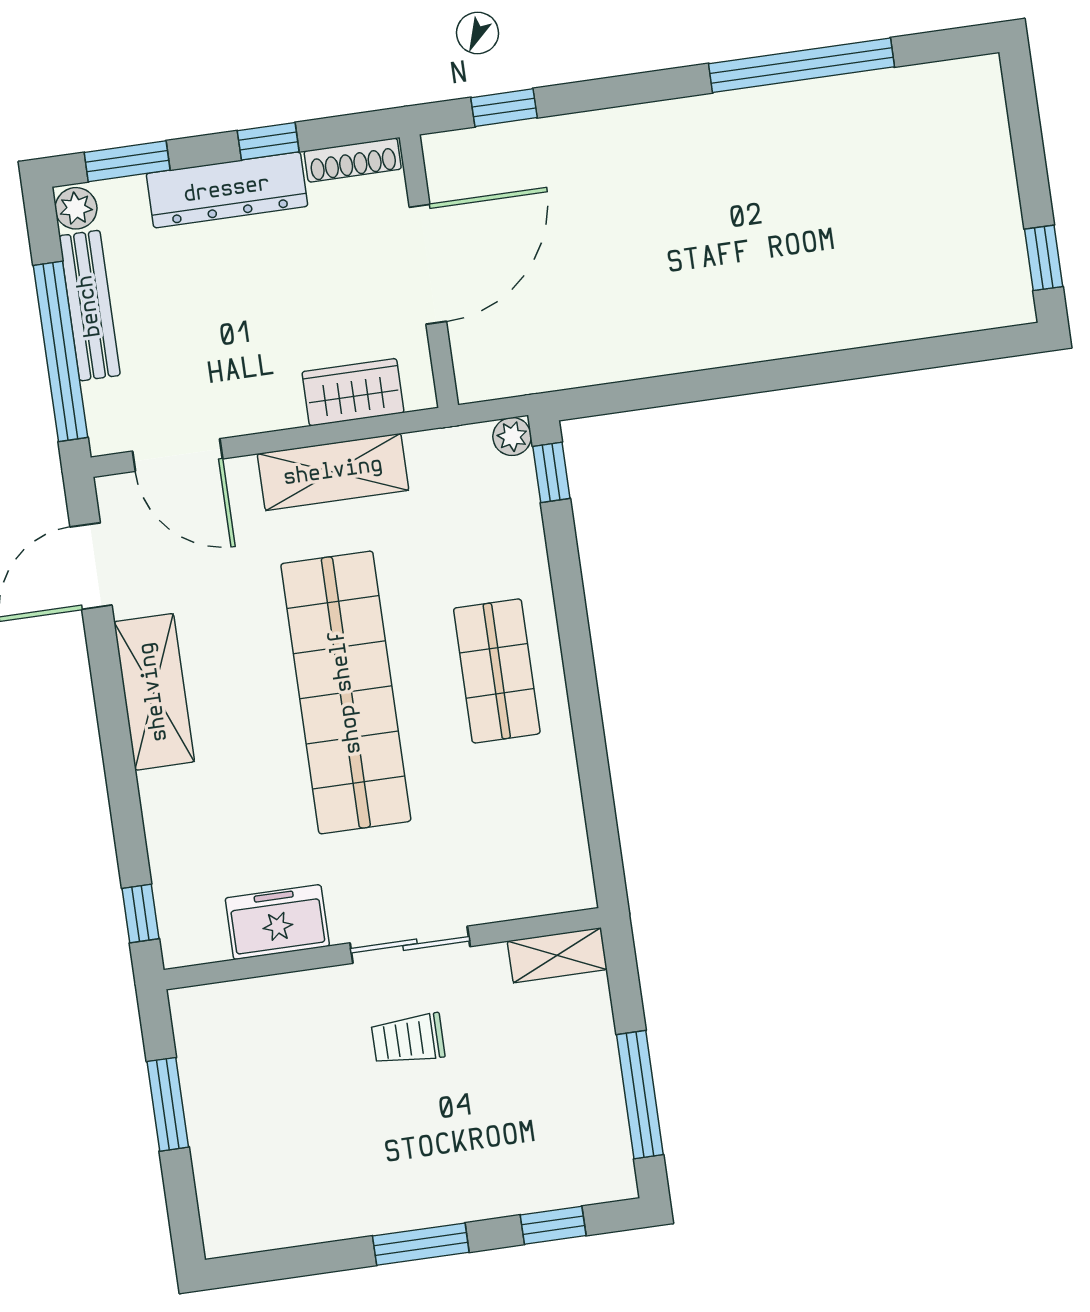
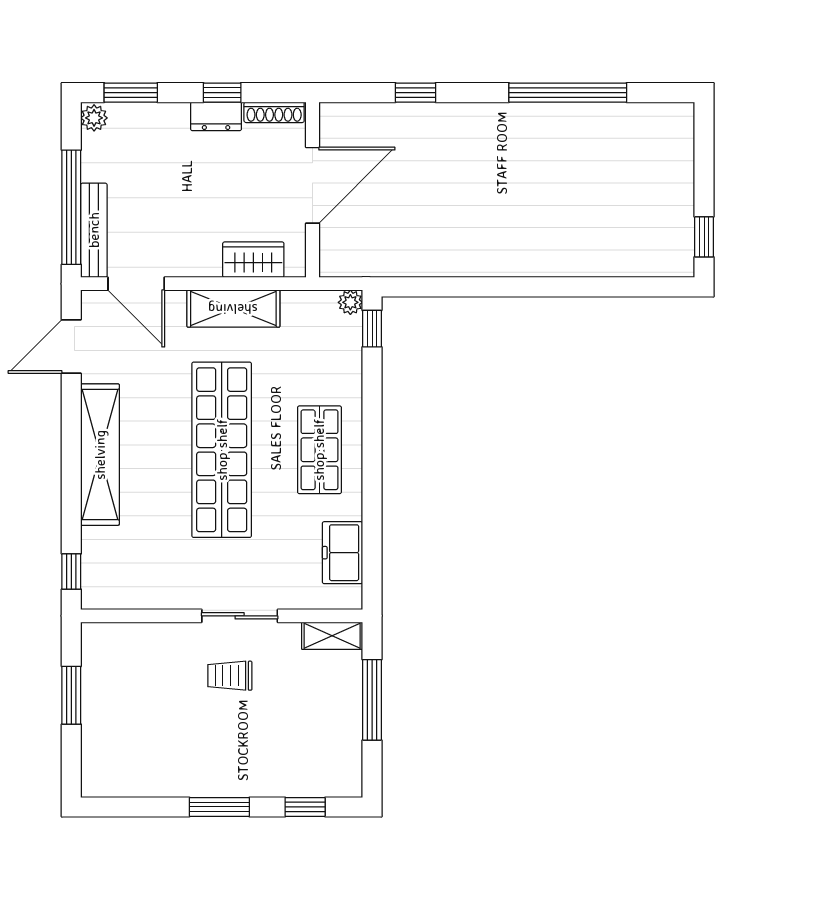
window: (504, 108) -> (415, 93), moved
dresser: (227, 190) -> (216, 116), width x0.51, depth x0.80
bench: (90, 306) -> (94, 230), moved
shelving: (154, 692) -> (100, 455), width x1.47
freezer: (277, 922) -> (342, 553), moved, turned -90
window: (640, 1095) -> (372, 700), moved

